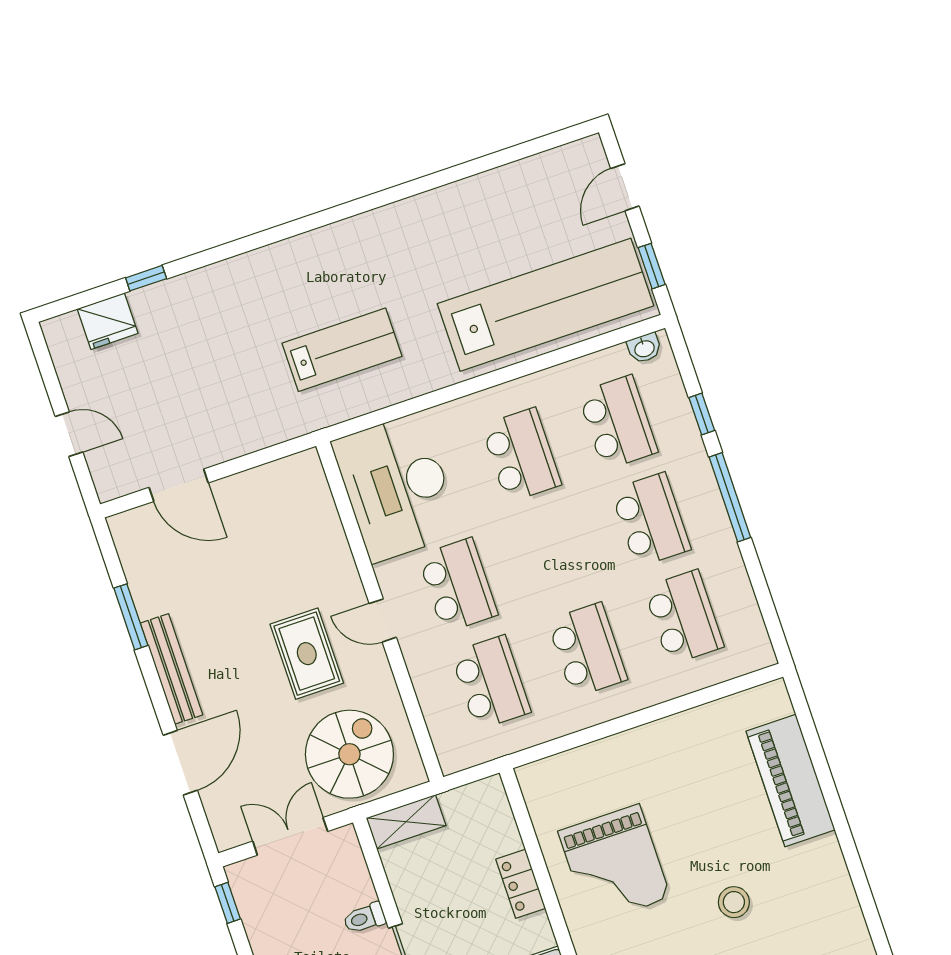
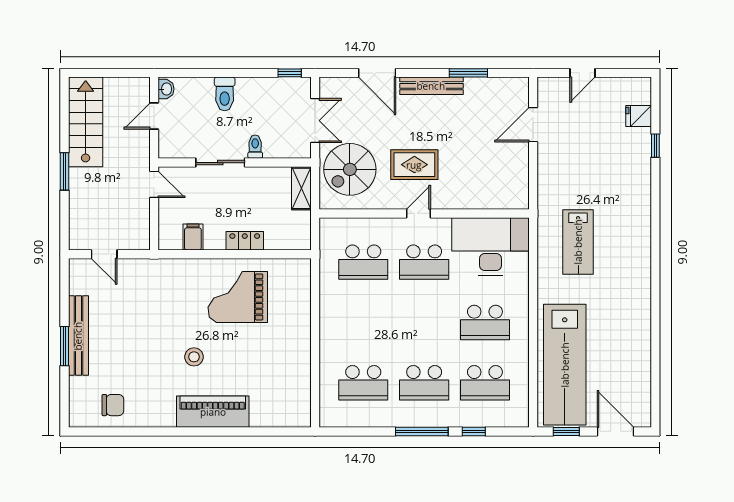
door: (625, 187) -> (615, 431), width x1.38
fridge: (108, 321) -> (639, 116), width x0.72
washbasin: (644, 348) -> (522, 412), removed
school desk: (587, 650) -> (363, 322), removed
spiral stairs: (349, 754) -> (350, 169), turned 90
piano: (791, 781) -> (213, 412), moved

